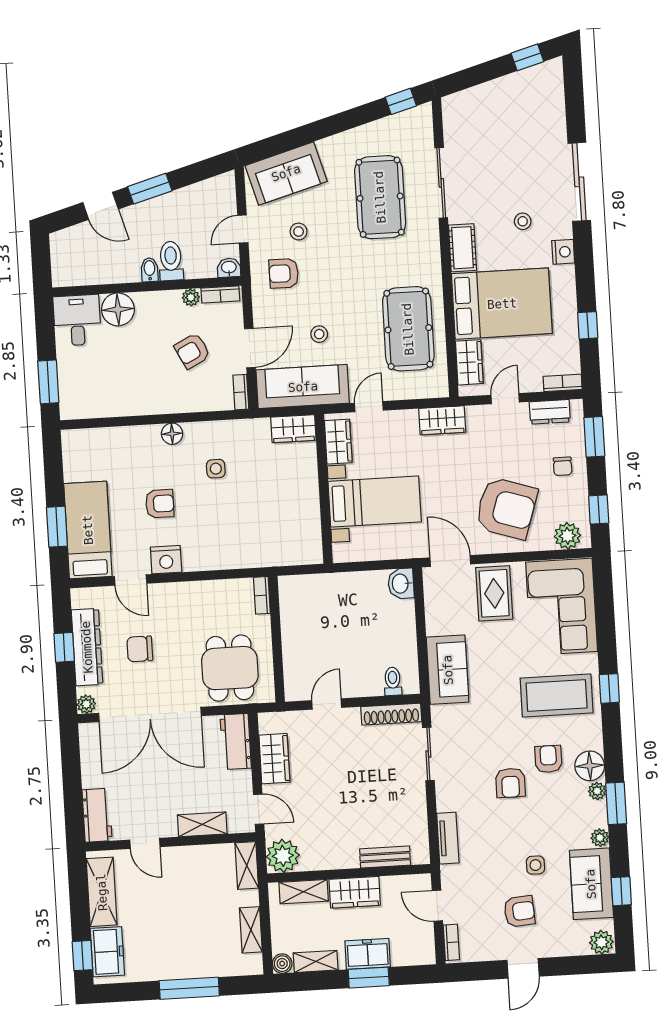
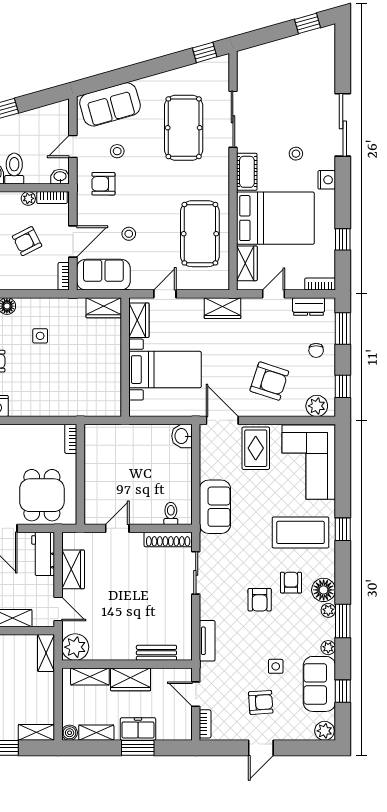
sofa: (303, 387) -> (103, 275), width x0.73
armchair: (506, 508) -> (269, 381), width x0.73, depth x0.73
shelving: (251, 930) -> (36, 732), moved, turned 90

